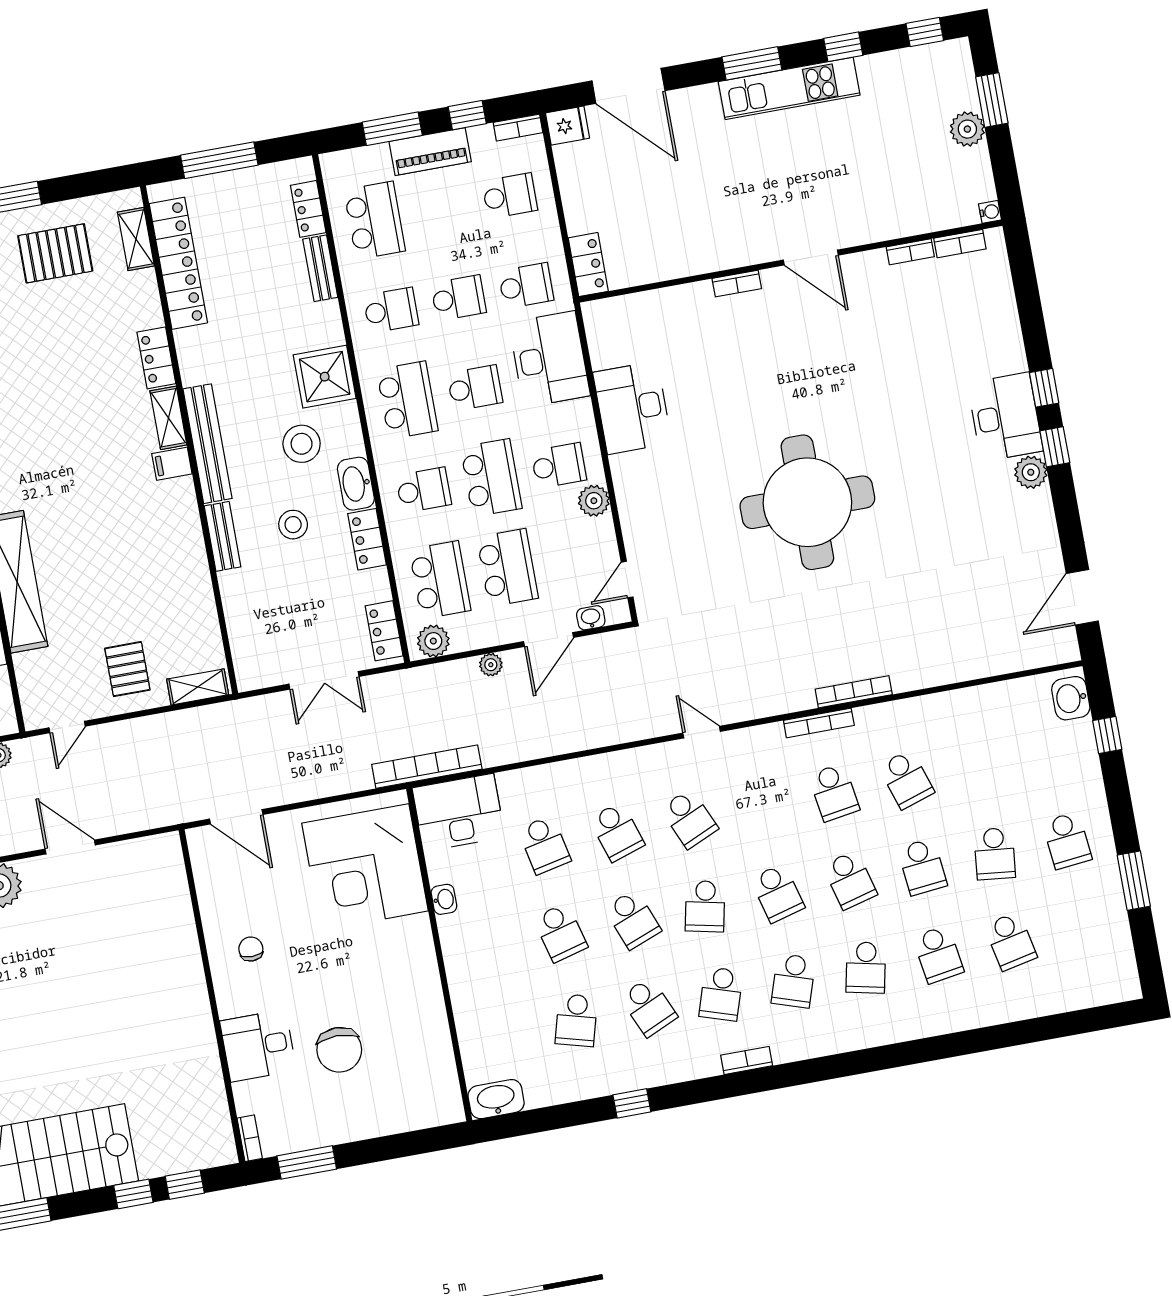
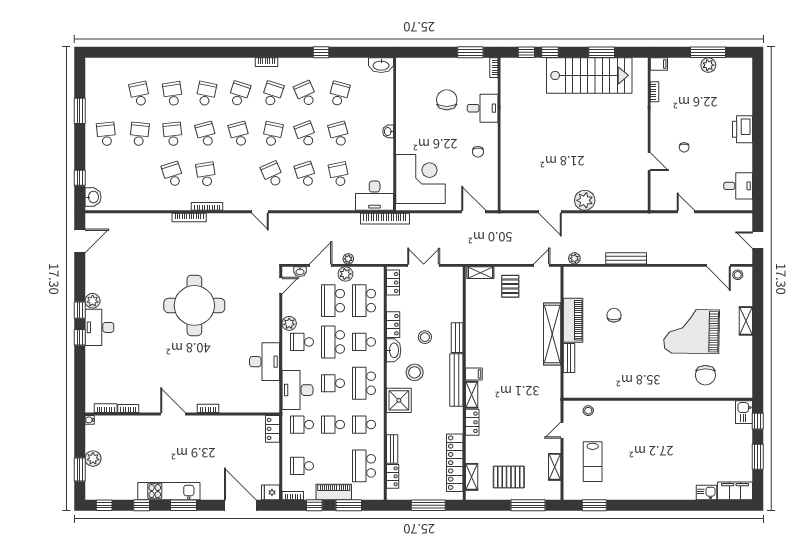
plant: (433, 641) -> (345, 274), moved
washbasin: (444, 899) -> (388, 131), moved

